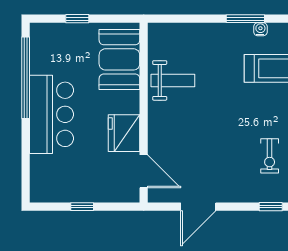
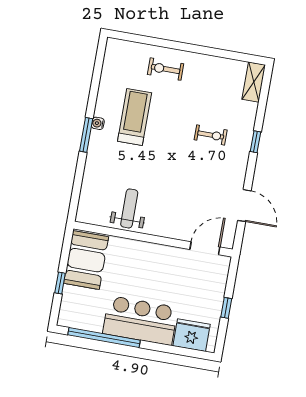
booth: (119, 59) -> (86, 260), moved, turned 90
fridge: (124, 133) -> (192, 335), moved, turned 180

